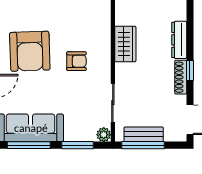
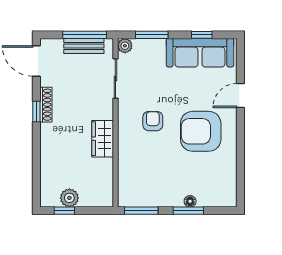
dresser: (179, 40) -> (47, 143), removed
armchair: (30, 51) -> (201, 131), turned -88
armchair: (76, 61) -> (153, 121), turned 90
window: (29, 145) -> (202, 35), width x0.46

